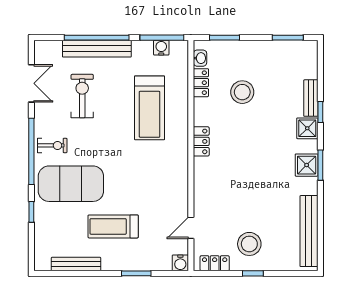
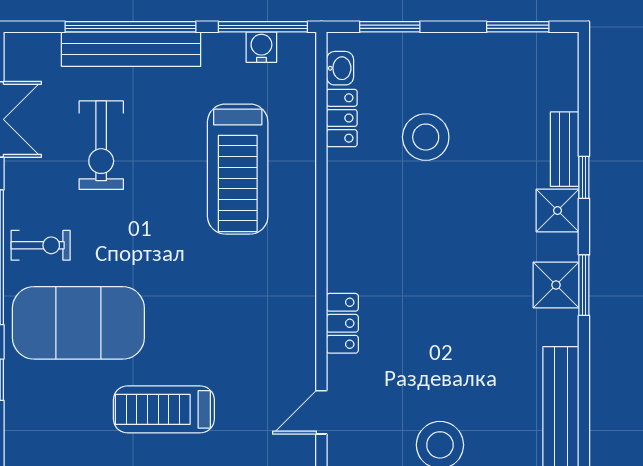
exercise bike: (82, 96) -> (101, 145), turned 180
locker: (201, 141) -> (342, 323), moved

